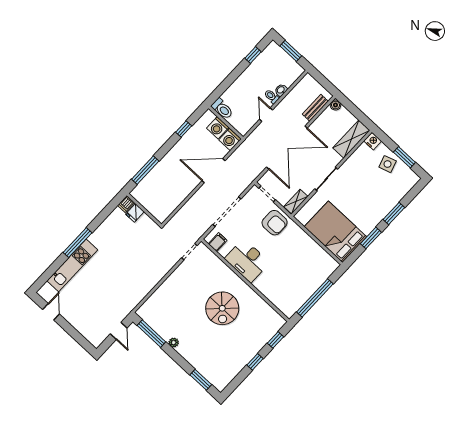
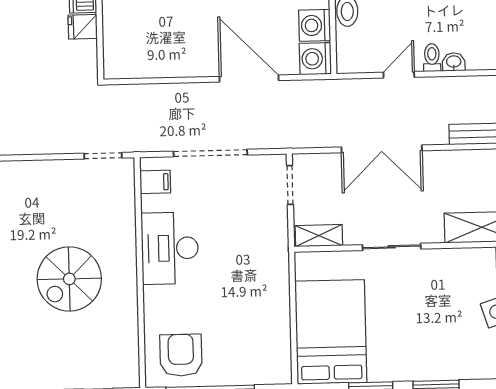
double door: (287, 148) -> (382, 149), width x0.73
armchair: (275, 223) -> (181, 355), moved, turned 180

